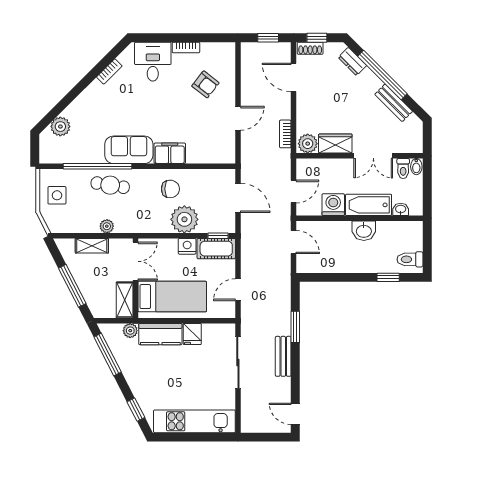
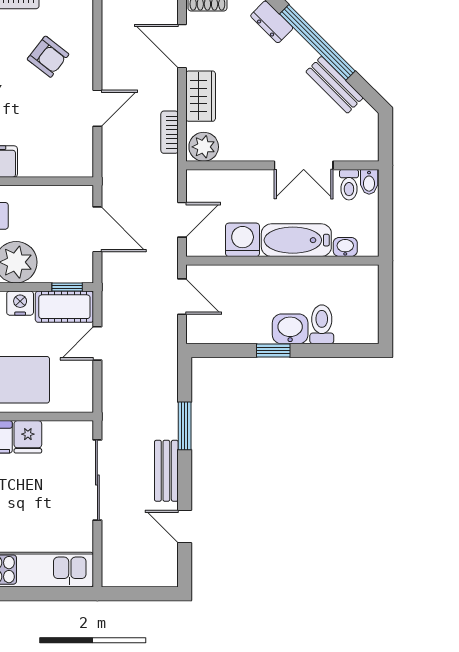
wardrobe: (335, 144) -> (201, 96), moved, turned 90
washbasin: (364, 231) -> (290, 329), moved, turned 180
toilet: (410, 259) -> (322, 324), moved, turned 90
window: (388, 277) -> (273, 350), moved
door: (238, 290) -> (97, 343), moved
door: (295, 414) -> (185, 527), moved

